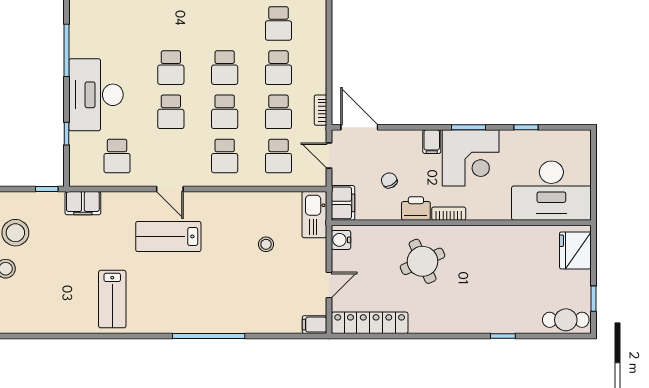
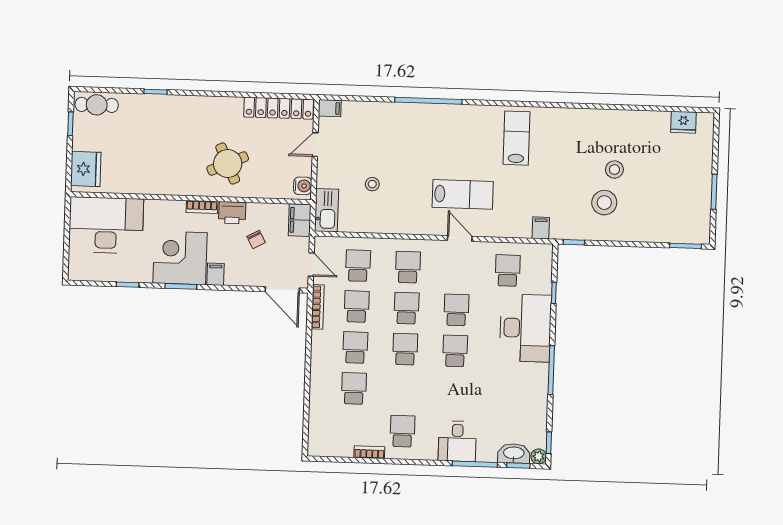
bookcase: (320, 110) -> (318, 307), width x1.56
filing cabinet: (83, 203) -> (541, 228), width x0.50

